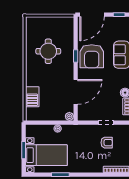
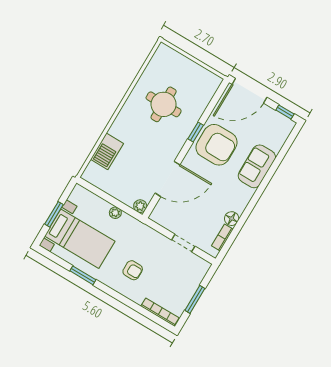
armchair: (92, 56) -> (217, 145), turned -90
armchair: (107, 143) -> (133, 270), moved

